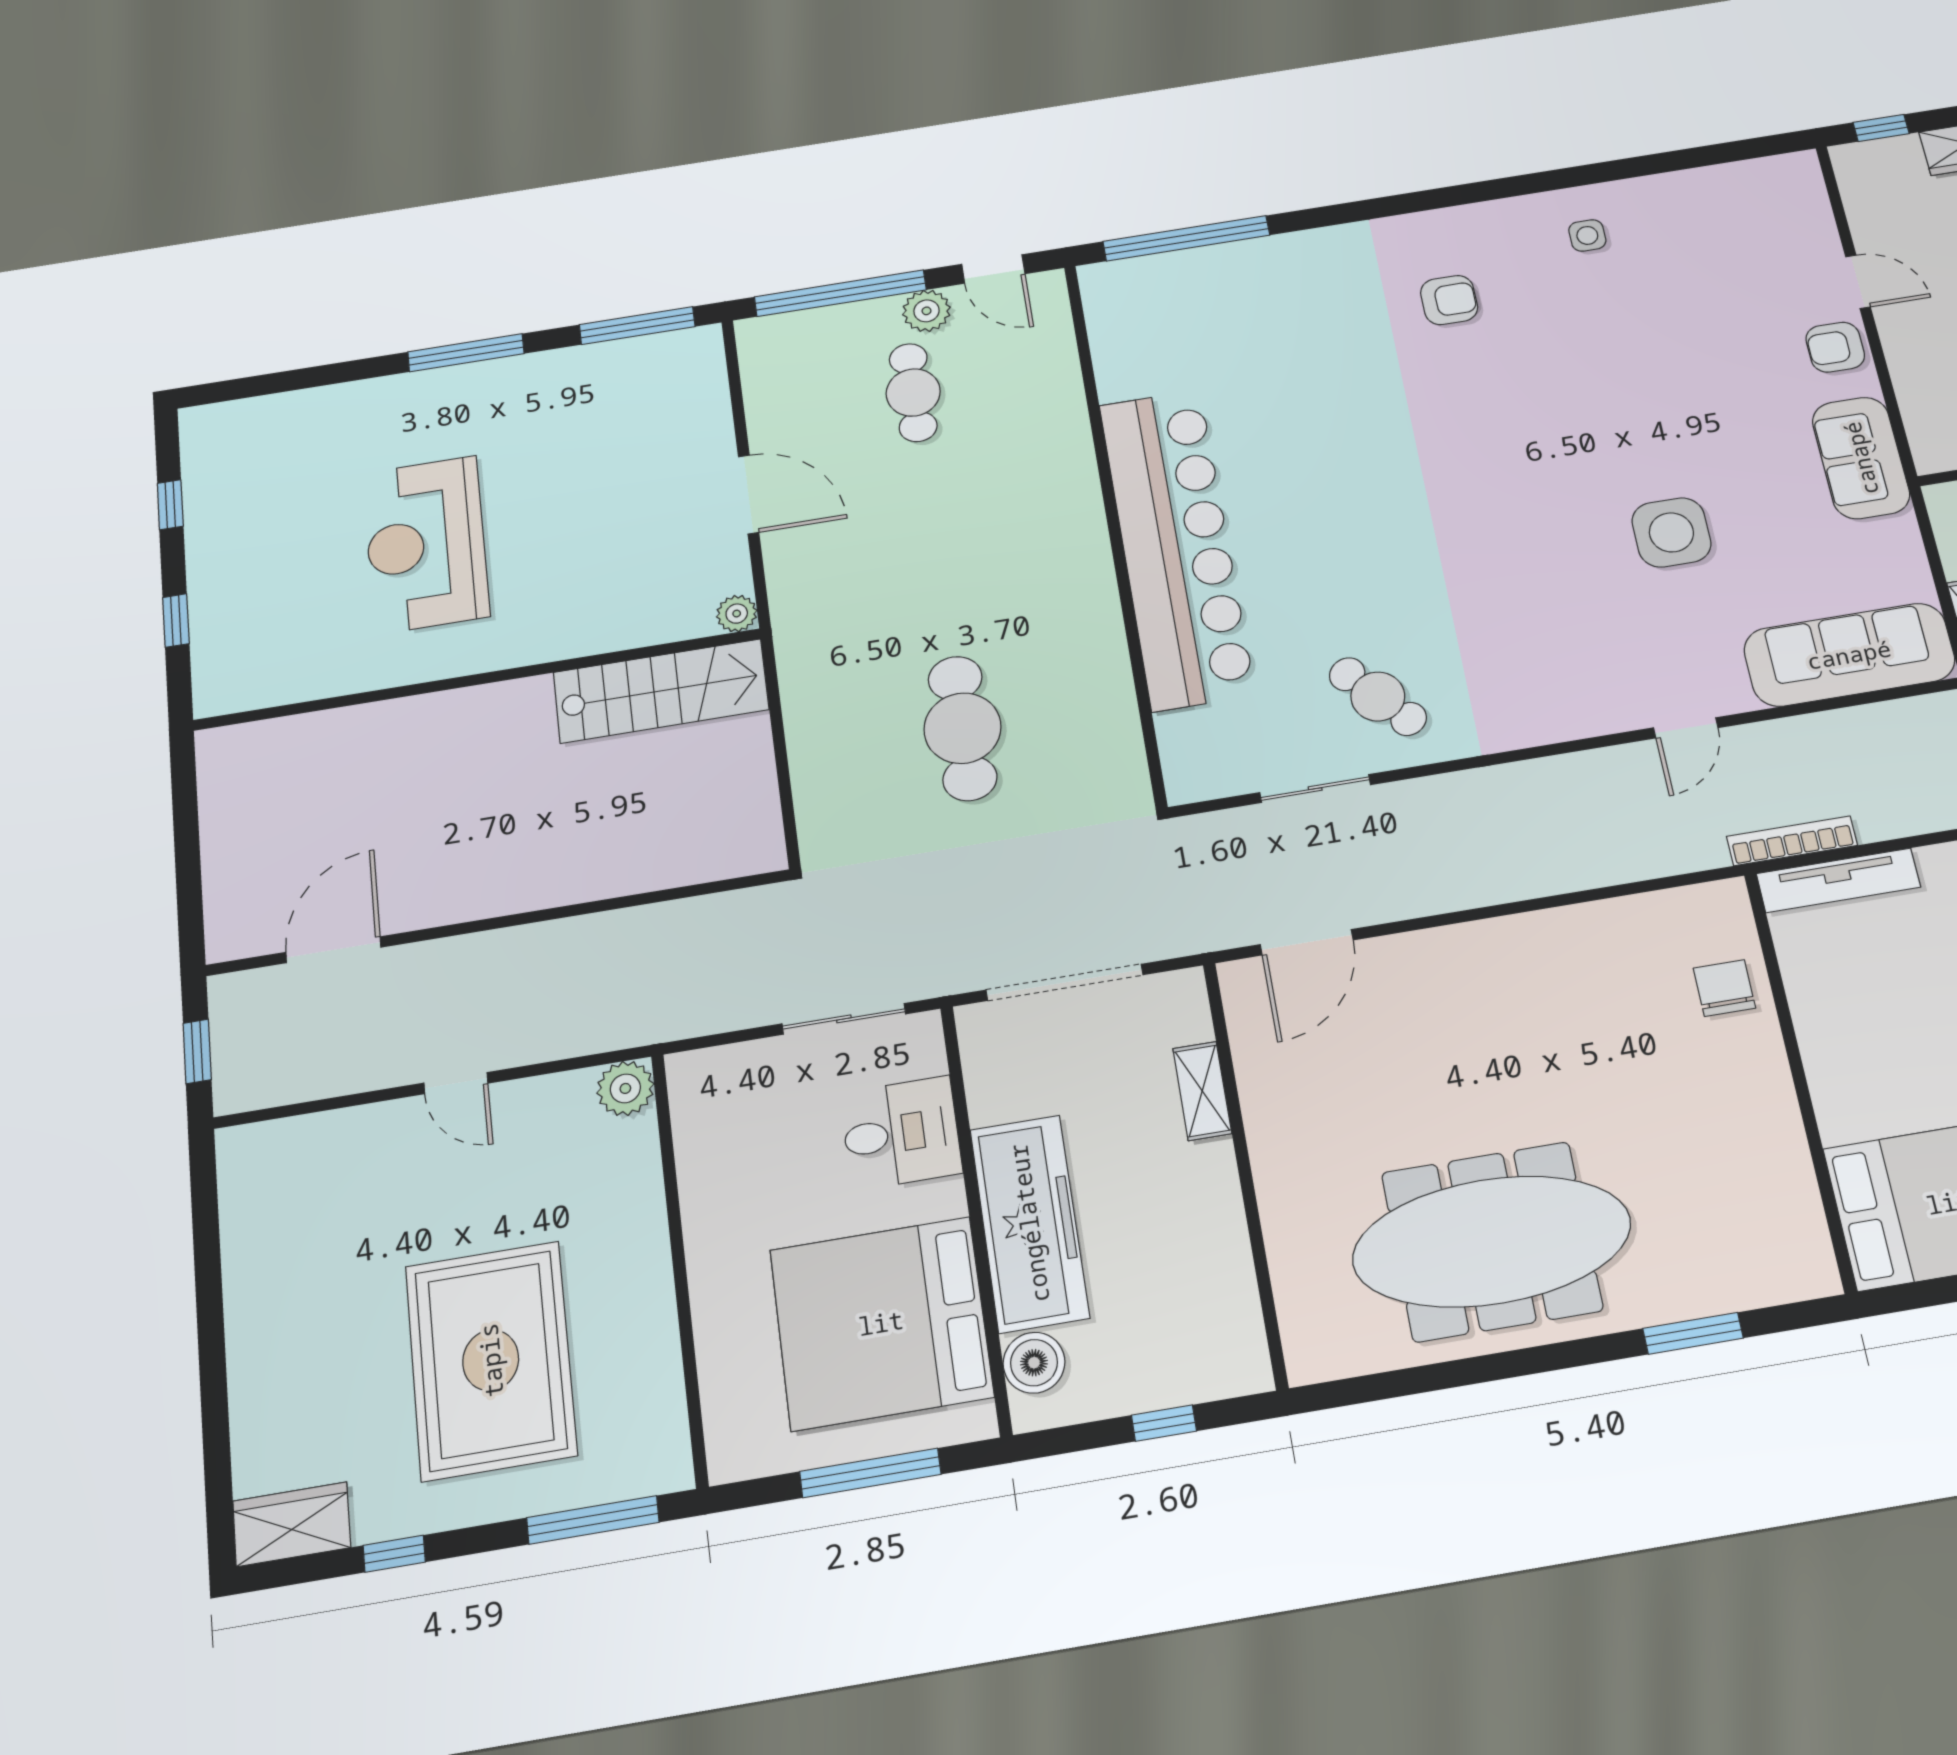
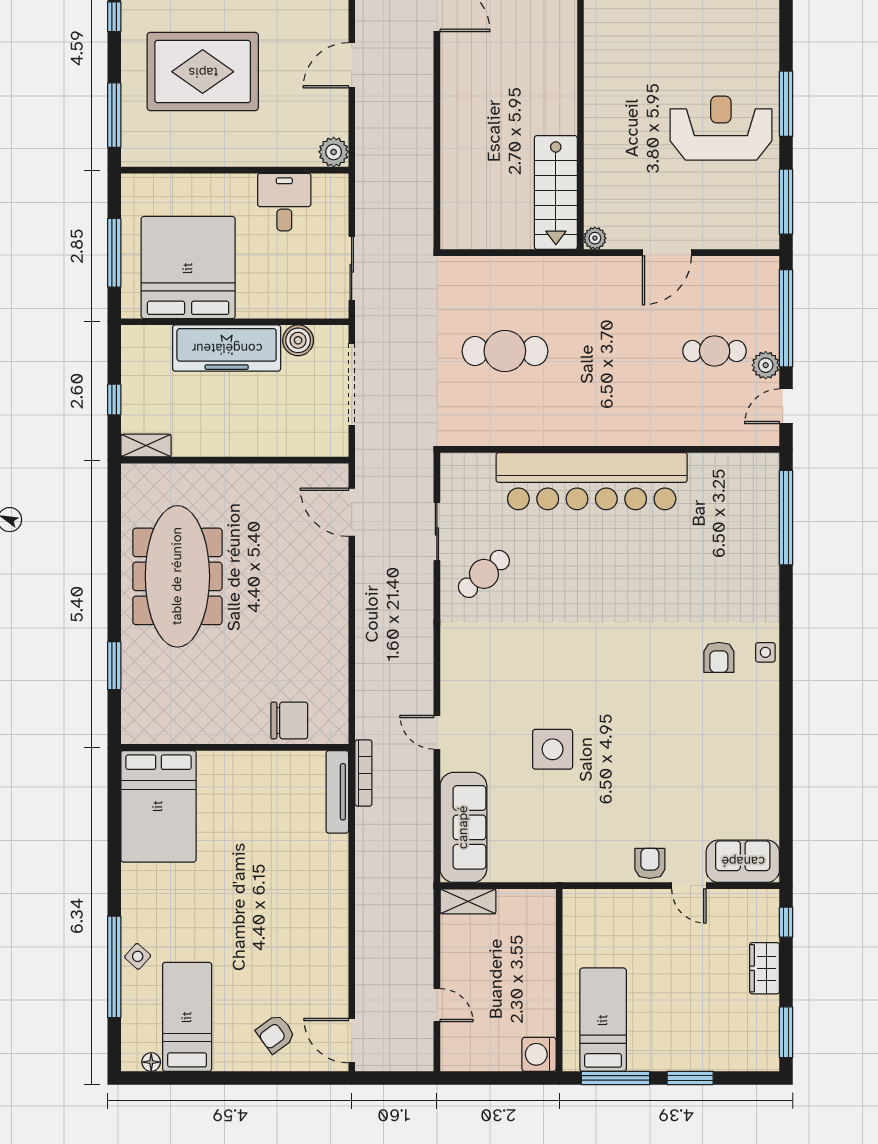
side table: (1587, 235) -> (765, 652), moved
door: (1858, 282) -> (689, 886), hinge flipped
sofa: (1861, 458) -> (743, 861), moved
reception desk: (426, 544) -> (721, 128), moved
chair: (1724, 988) -> (289, 720), width x1.37, depth x1.37
door: (456, 1083) -> (352, 65), width x1.38
shelving: (1202, 1091) -> (146, 446), moved
desk: (901, 1133) -> (284, 202), moved, turned 180
boiler: (1034, 1363) -> (298, 340), moved

